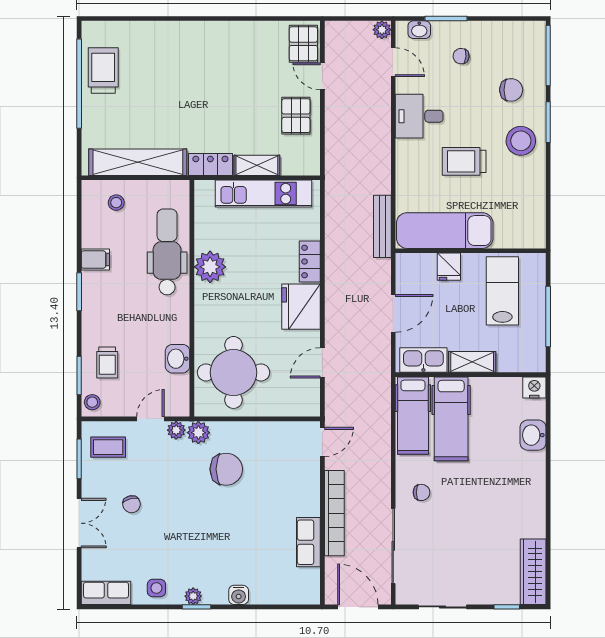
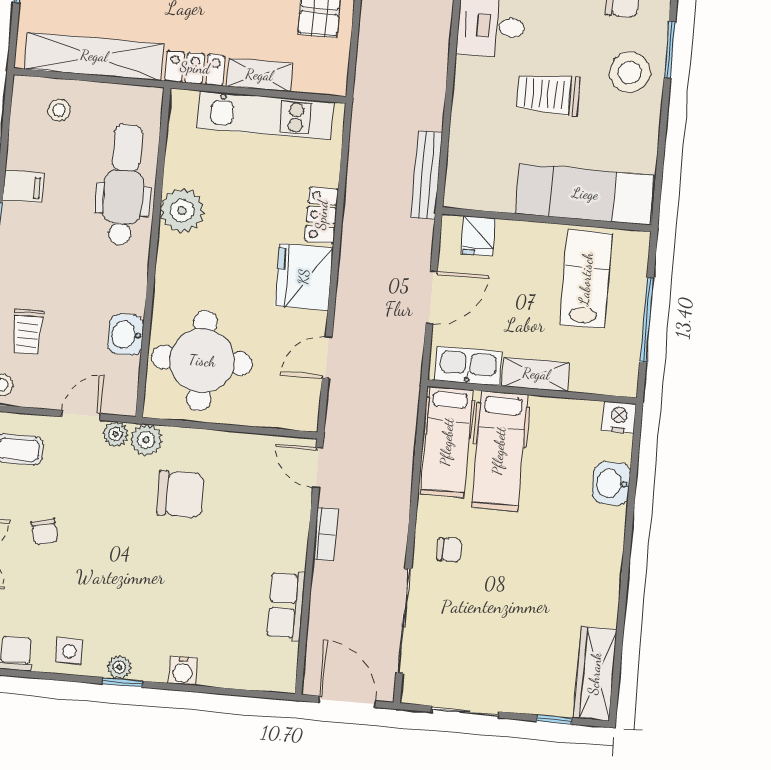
exam couch: (445, 231) -> (585, 194), moved
fridge: (449, 267) -> (478, 236), moved
door: (322, 442) -> (318, 468), swing flipped
bookcase: (334, 513) -> (325, 534), width x0.43, depth x0.76

